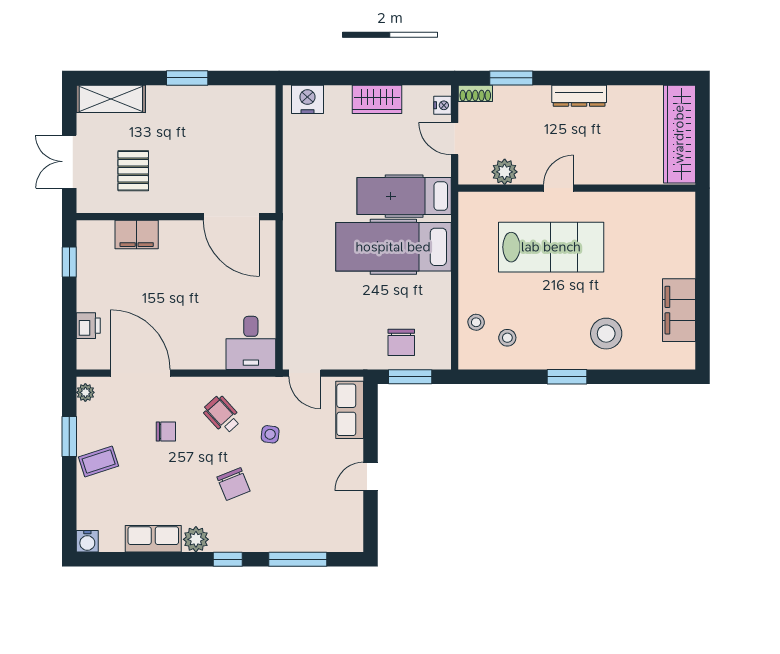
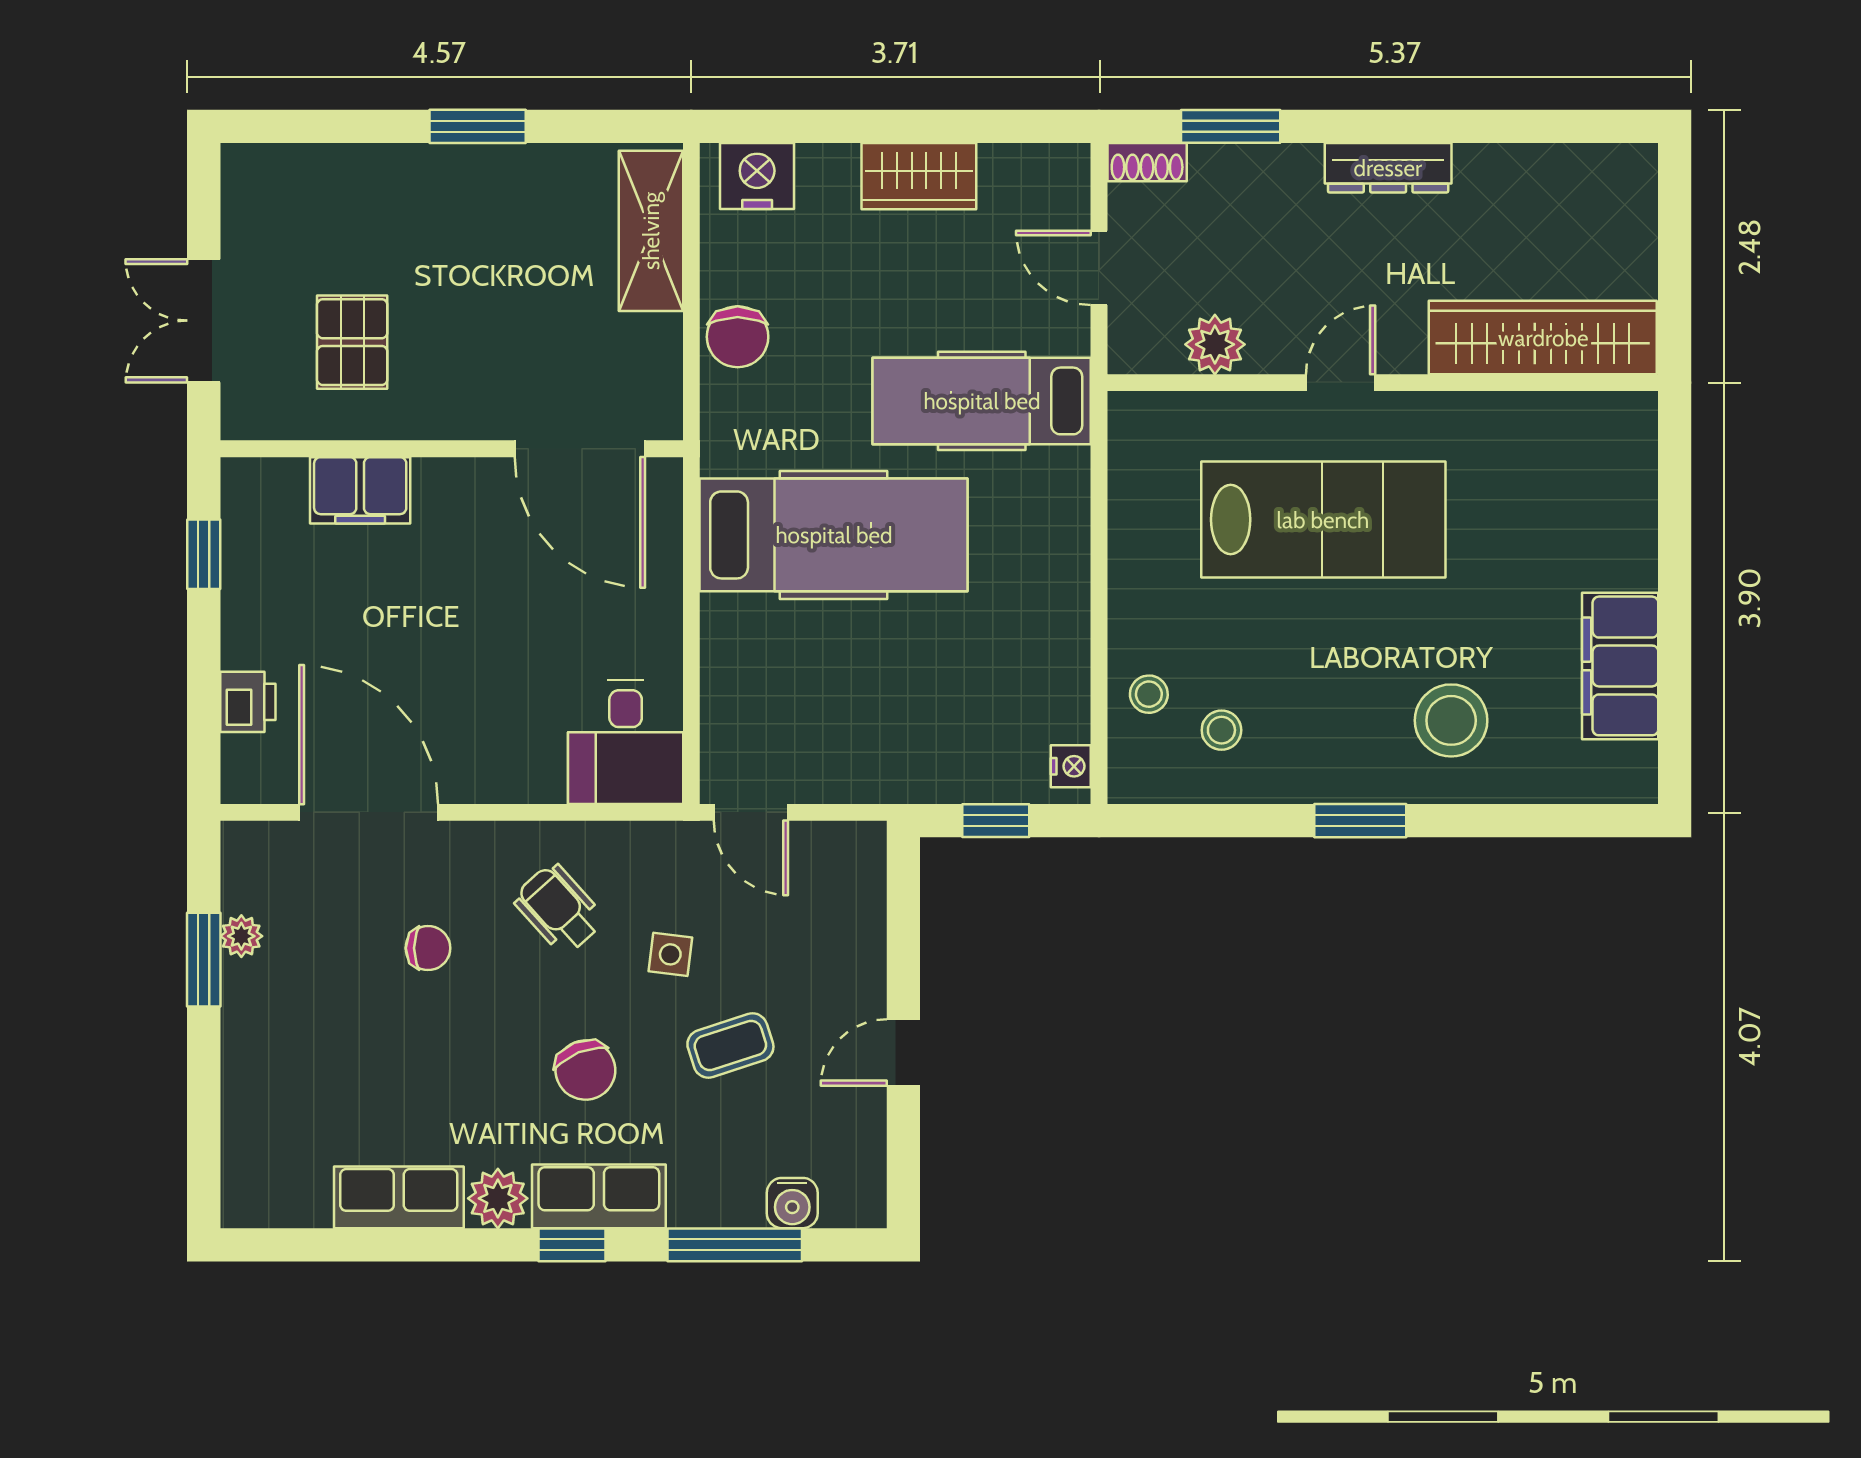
shelving: (111, 99) -> (651, 231), moved, turned 90
nightstand: (442, 105) -> (1071, 766), moved
wardrobe: (679, 134) -> (1543, 338), moved, turned 90
hospital bed: (393, 247) -> (834, 535), moved, turned 180
chair: (401, 342) -> (738, 337), moved
window: (410, 377) -> (996, 821), width x0.67
plant: (85, 392) -> (241, 936), moved
row of seats: (350, 410) -> (599, 1196), moved, turned 90
coffee table: (99, 462) -> (730, 1045), moved
water cooler: (87, 541) -> (792, 1203), moved

